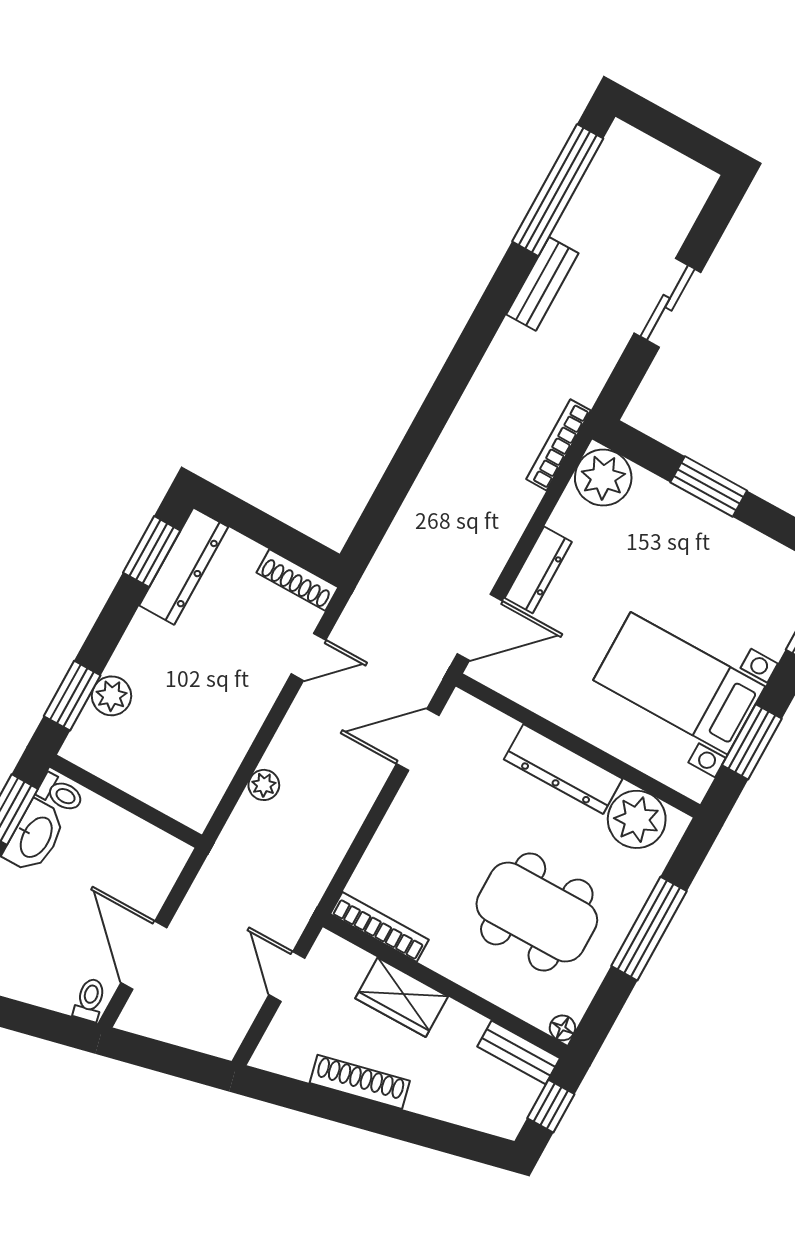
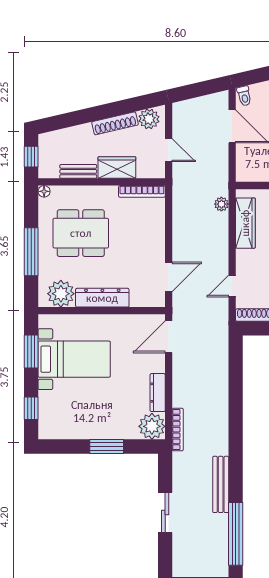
bench: (542, 284) -> (221, 484), width x1.36
dresser: (538, 570) -> (158, 393), moved
wardrobe: (219, 761) -> (245, 223), added
plant: (264, 785) -> (221, 204), moved
bench: (519, 1052) -> (78, 171), moved
plant: (291, 1055) -> (149, 119), added

